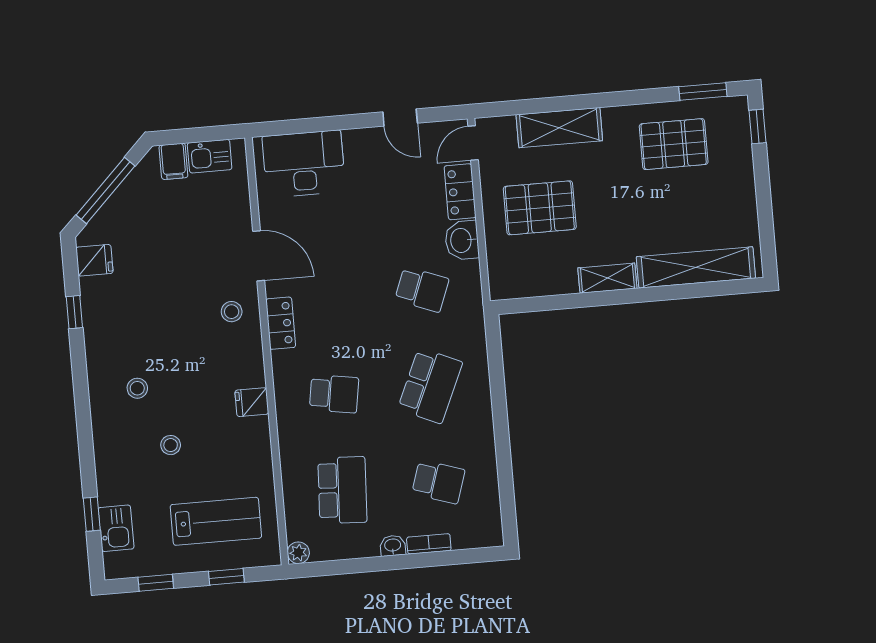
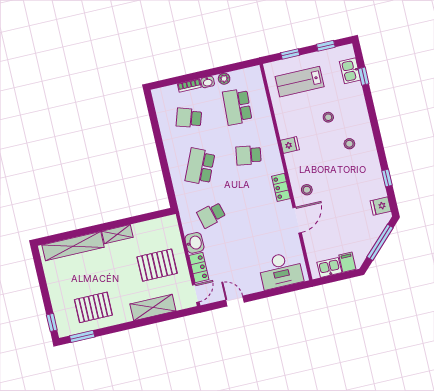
door: (259, 256) -> (297, 220), swing flipped
school desk: (422, 289) -> (211, 215), turned -36
plant: (298, 553) -> (224, 79), moved

